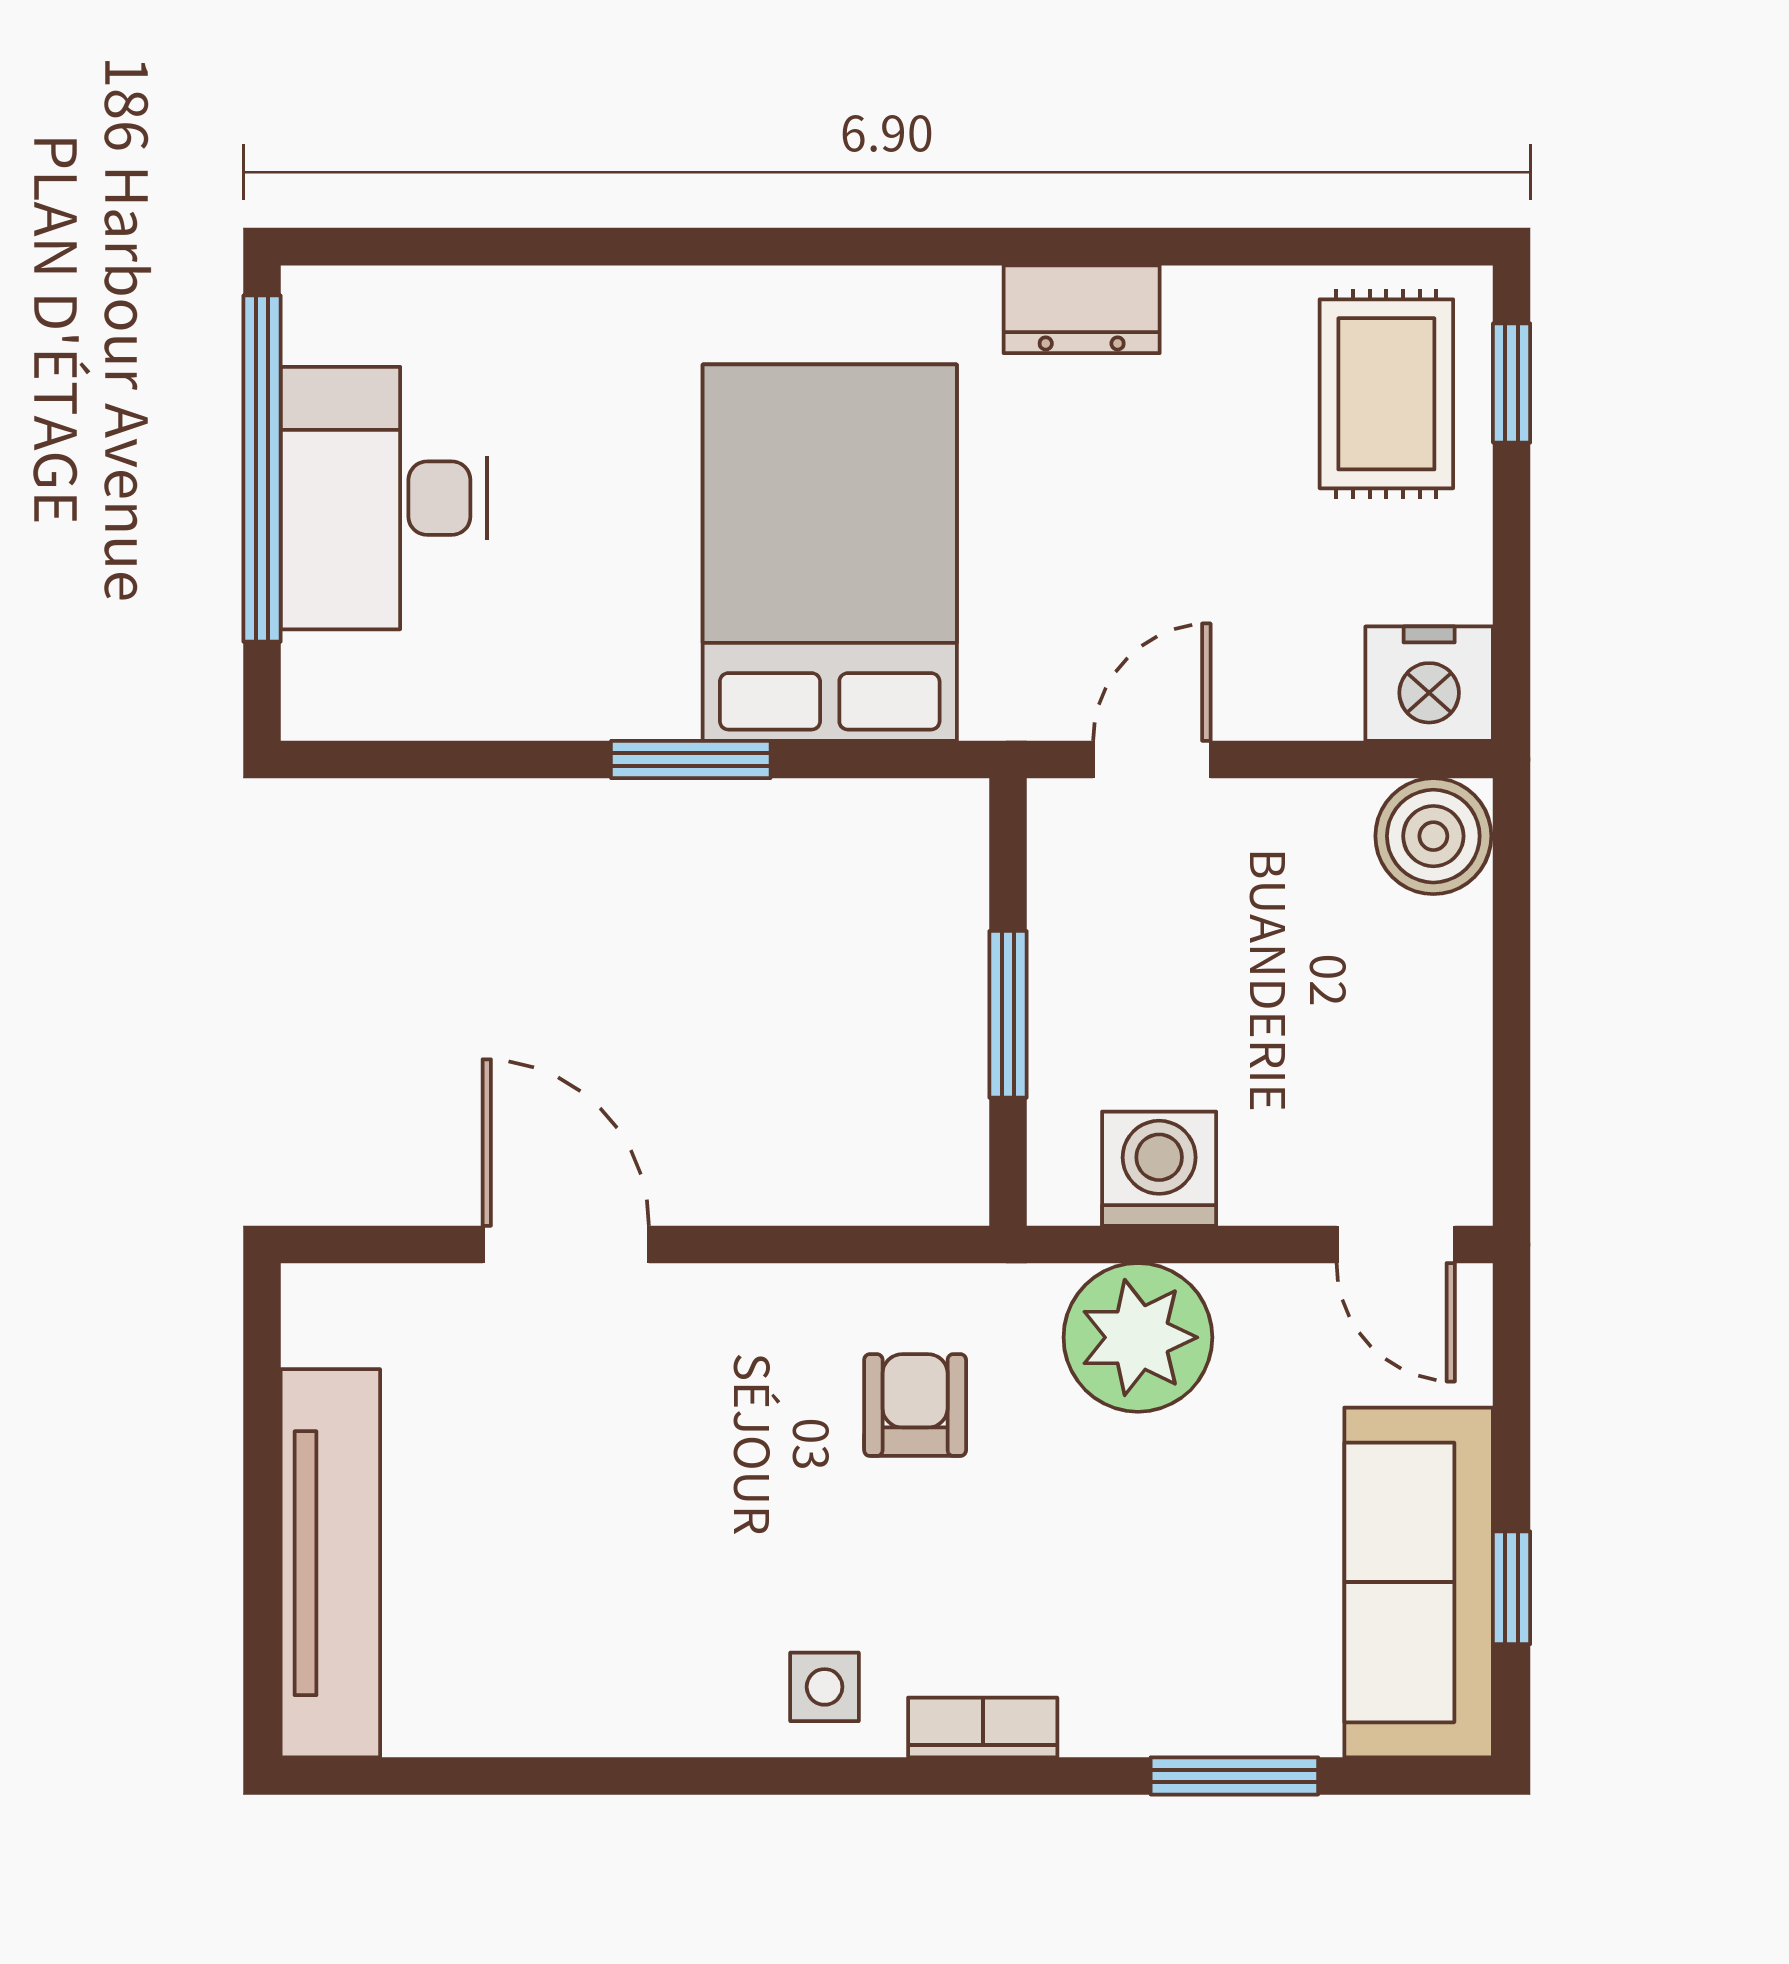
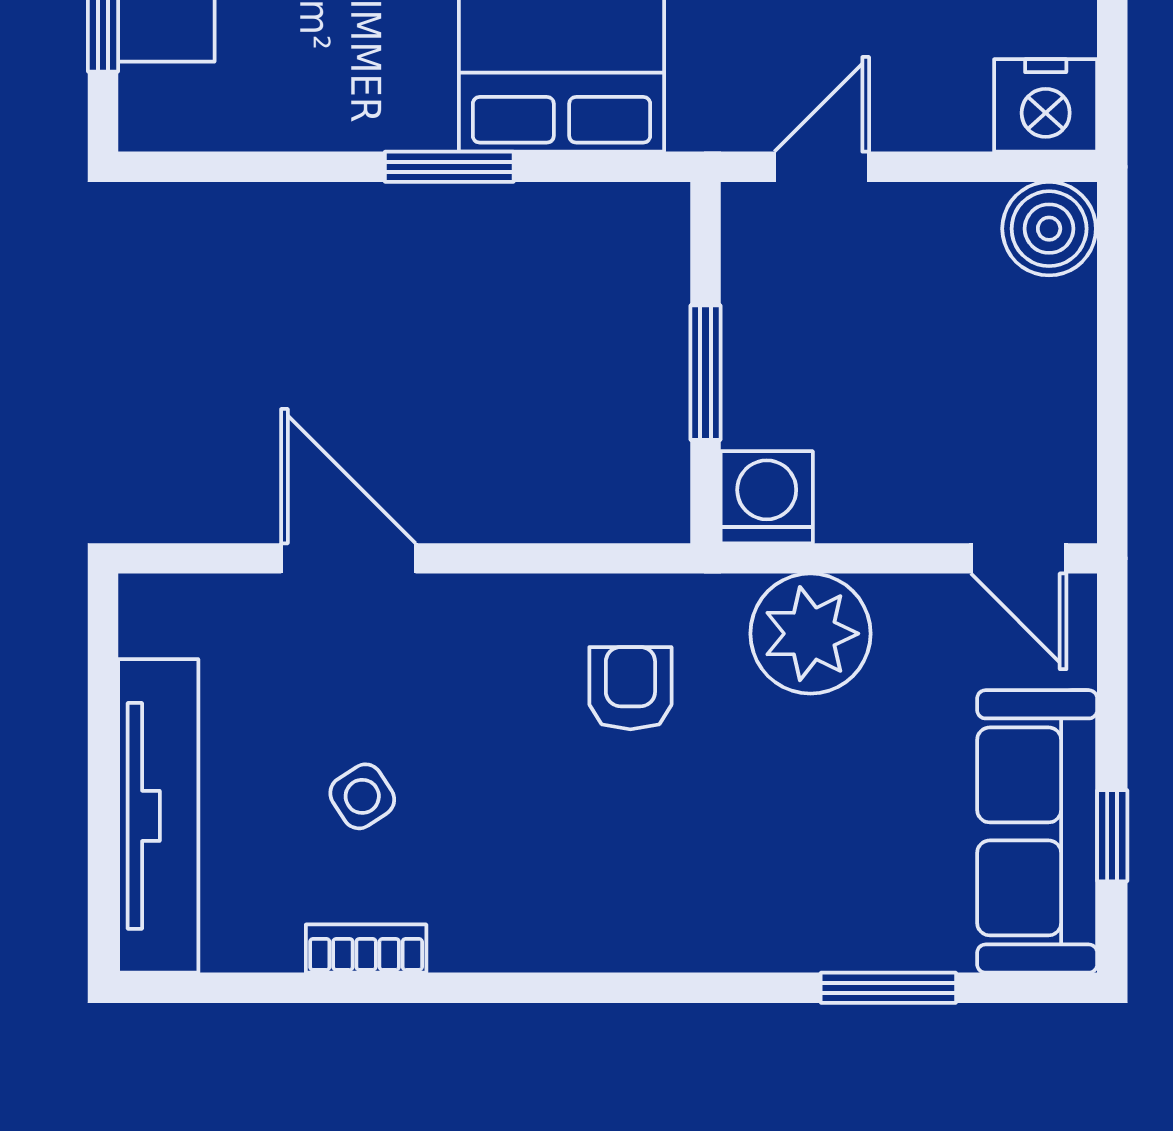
washing machine: (1159, 1169) -> (767, 497), moved
side table: (825, 1687) -> (362, 796), moved, turned -33
bookcase: (983, 1727) -> (366, 949), moved

